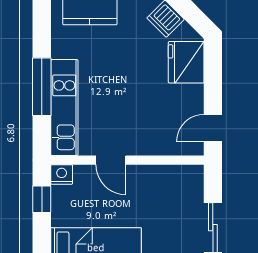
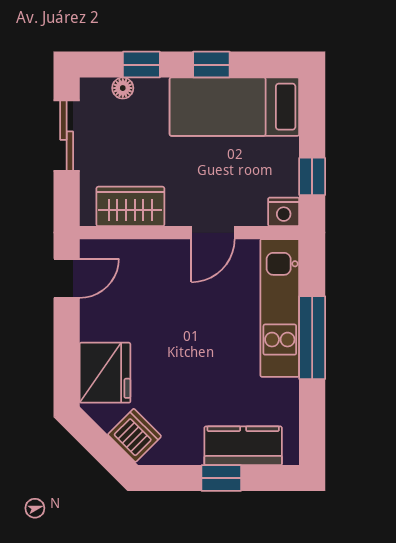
door: (111, 160) -> (213, 233), swing flipped
wardrobe: (168, 178) -> (130, 206), added

